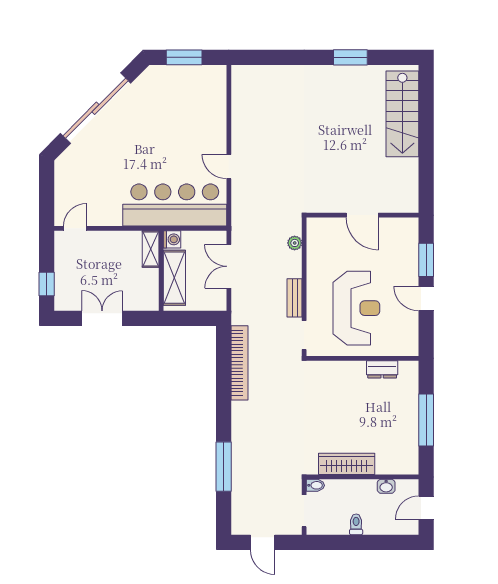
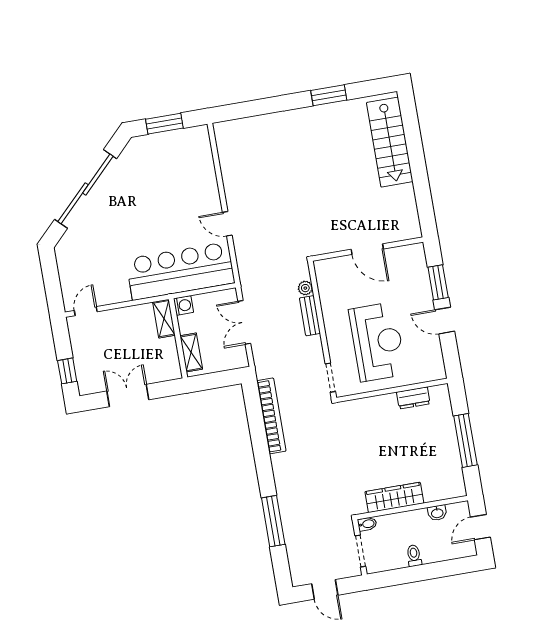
shelving: (174, 278) -> (191, 352), width x0.67, depth x0.75
bench: (295, 298) -> (310, 316), moved

